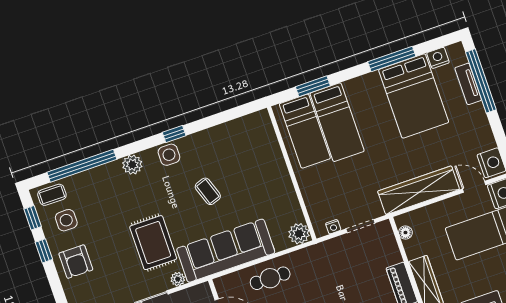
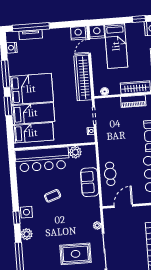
window: (313, 86) -> (8, 106), moved
bed: (414, 96) -> (31, 89), moved
window: (174, 134) -> (16, 218), moved
bar counter: (264, 158) -> (42, 159), added
plant: (299, 234) -> (75, 152), moved
rug: (153, 243) -> (76, 254), moved
sofa: (226, 251) -> (90, 182), width x0.54, depth x0.79

